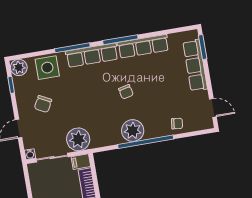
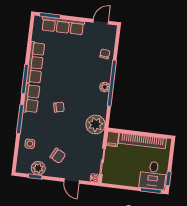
row of seats: (92, 55) -> (31, 99), width x0.68
plant: (19, 67) -> (38, 168), moved
side table: (47, 68) -> (30, 144), width x0.54, depth x0.54
chair: (126, 92) -> (59, 107), moved
plant: (133, 131) -> (105, 87), width x0.53, depth x0.53
plant: (78, 139) -> (96, 124), moved

